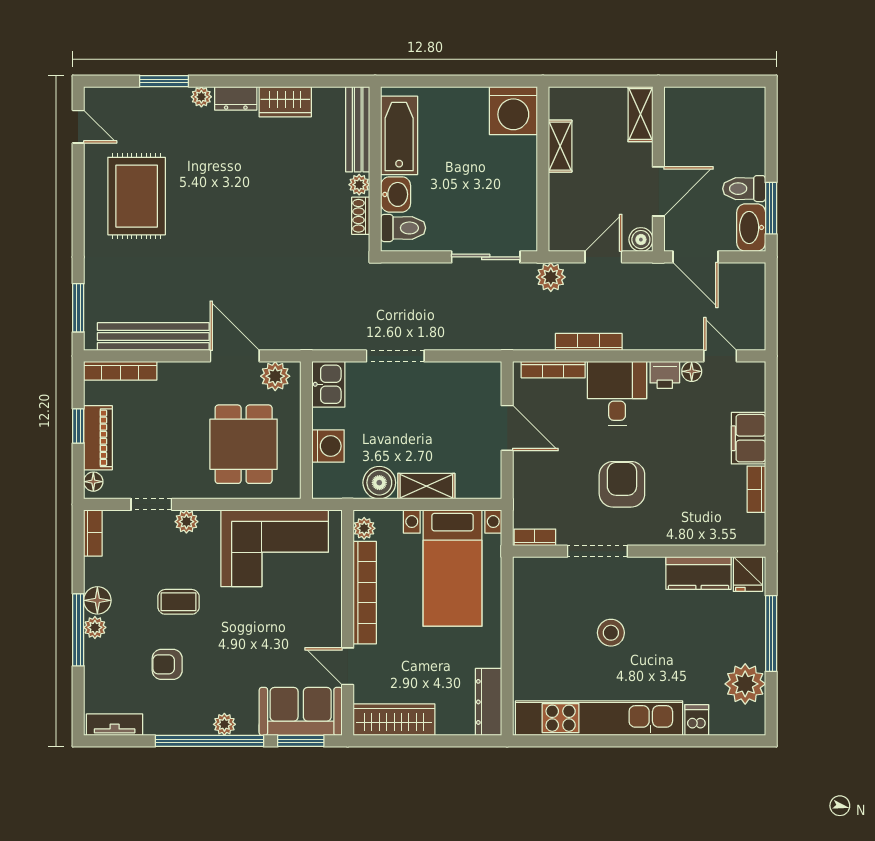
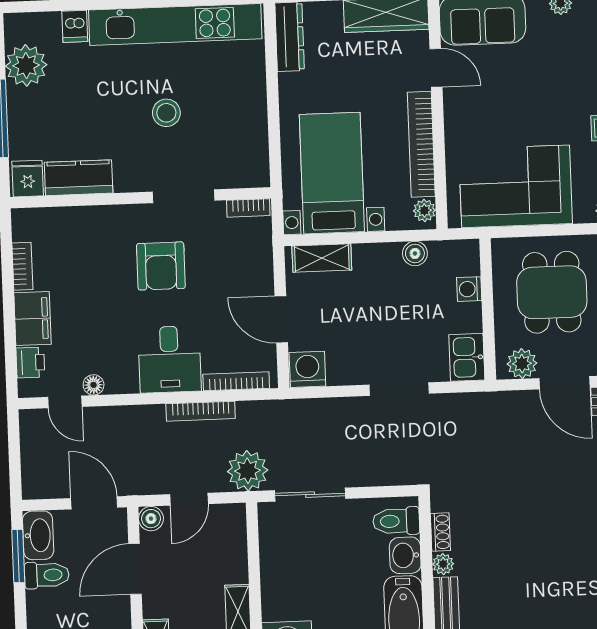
plant: (551, 277) -> (248, 471), width x1.36, depth x1.36
printer: (665, 375) -> (30, 363), moved, turned 90
washing machine: (484, 379) -> (307, 369), added
washing machine: (328, 446) -> (469, 289), width x0.73, depth x0.73
boiler: (379, 483) -> (415, 253), width x0.73, depth x0.73
shelving: (426, 486) -> (322, 258), moved

